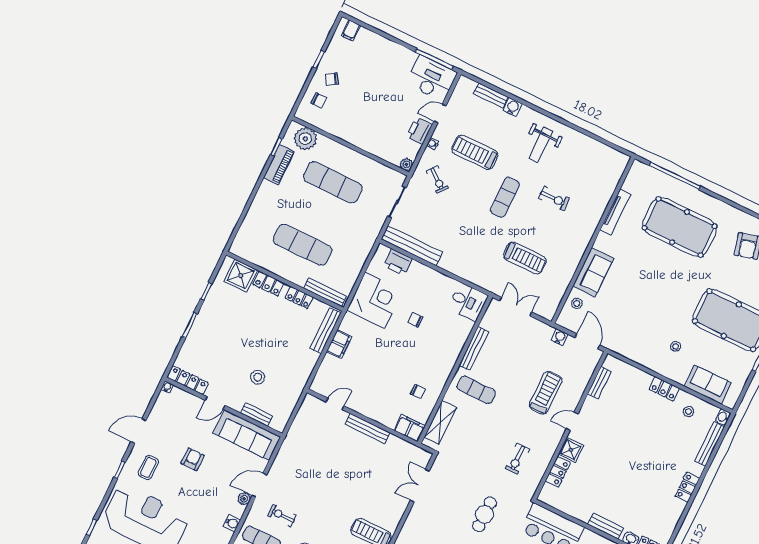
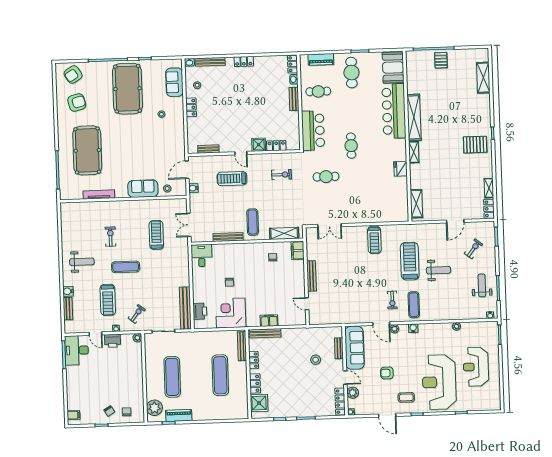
plant: (191, 402) -> (353, 393), added

